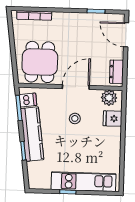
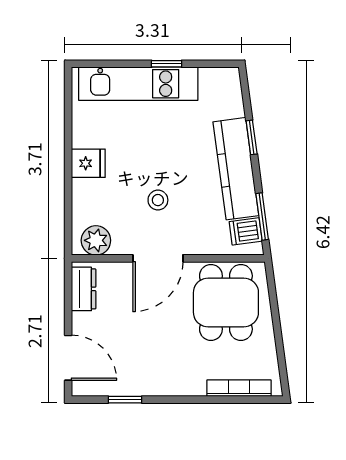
fridge: (112, 119) -> (88, 163), moved

